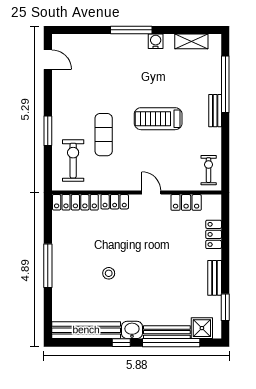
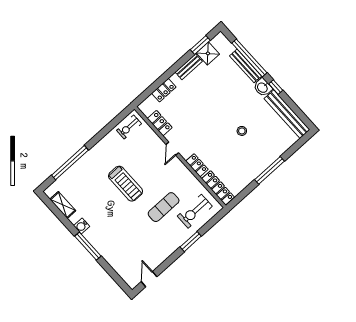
bench: (215, 111) -> (91, 155), removed
shower: (202, 328) -> (208, 53), moved

